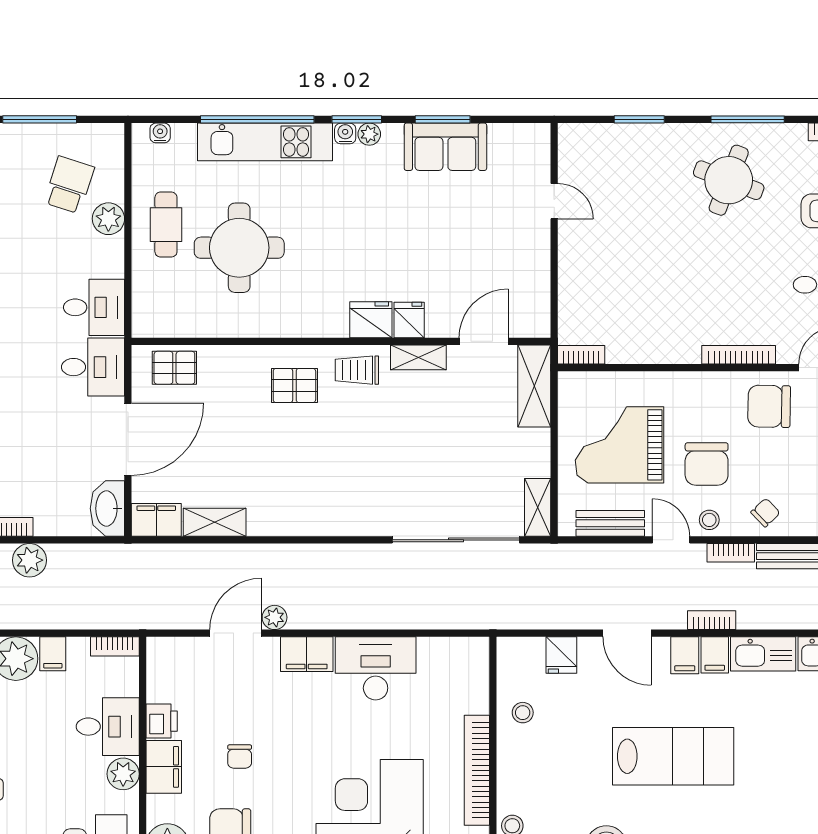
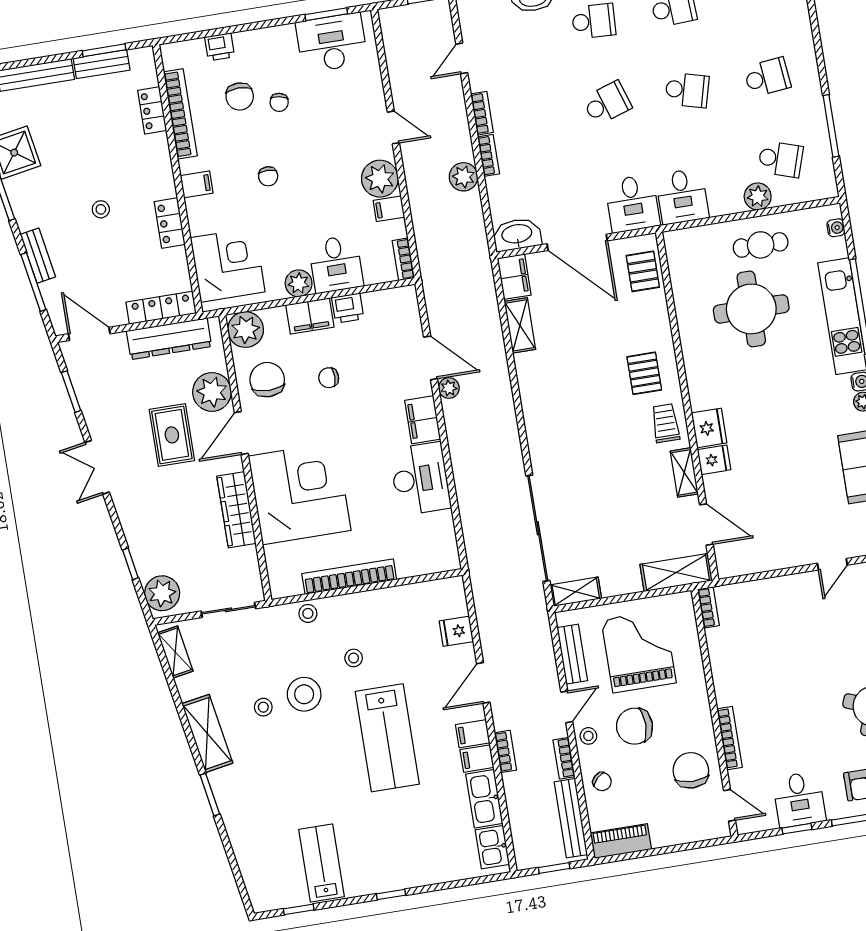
stool: (523, 713) -> (354, 658), moved

